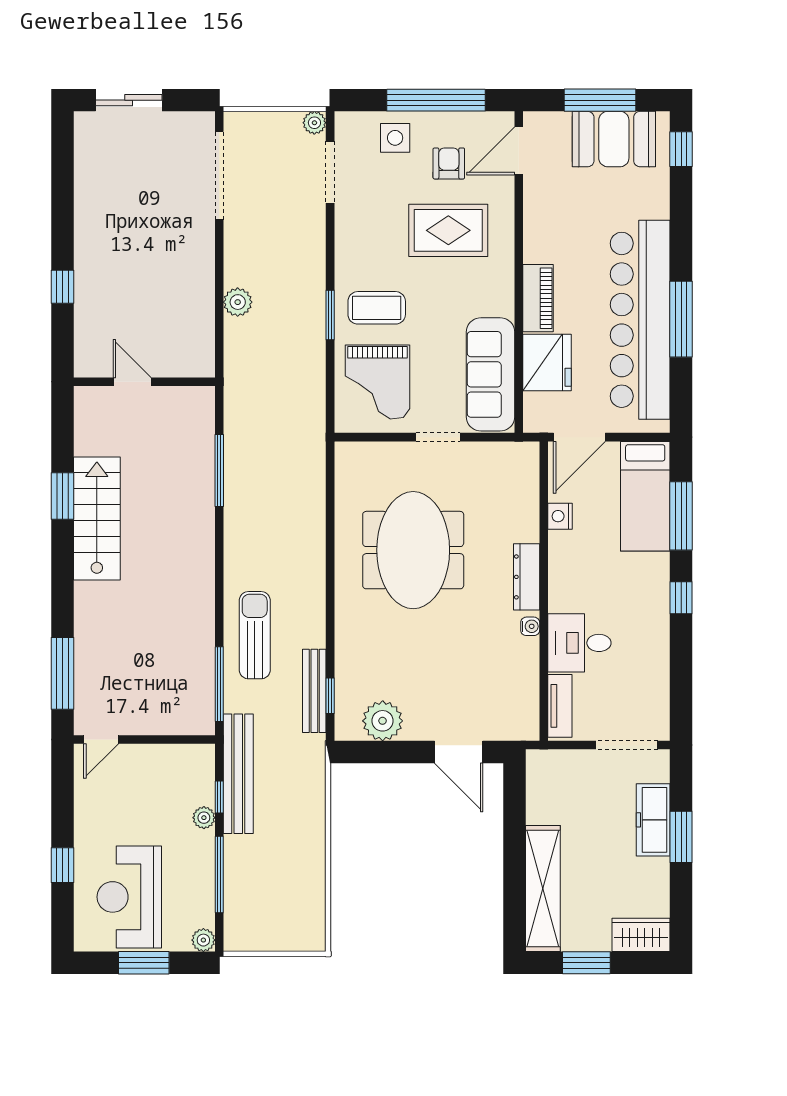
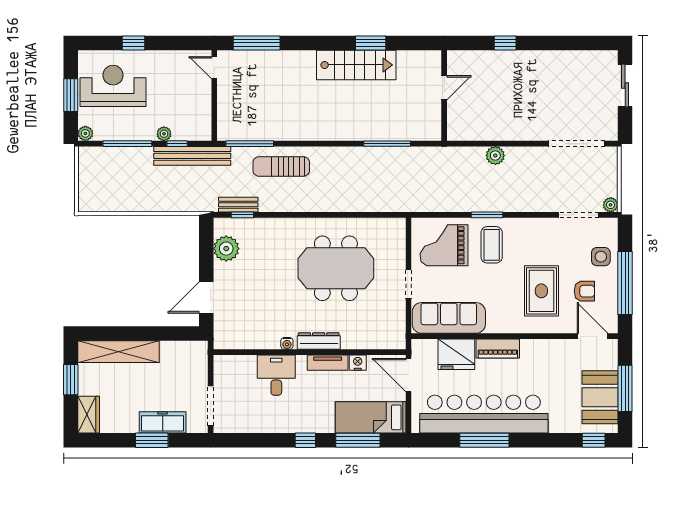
sun lounger: (255, 635) -> (281, 166), turned 180
bench: (314, 691) -> (238, 205), width x0.73
tv unit: (560, 706) -> (328, 363), moved

